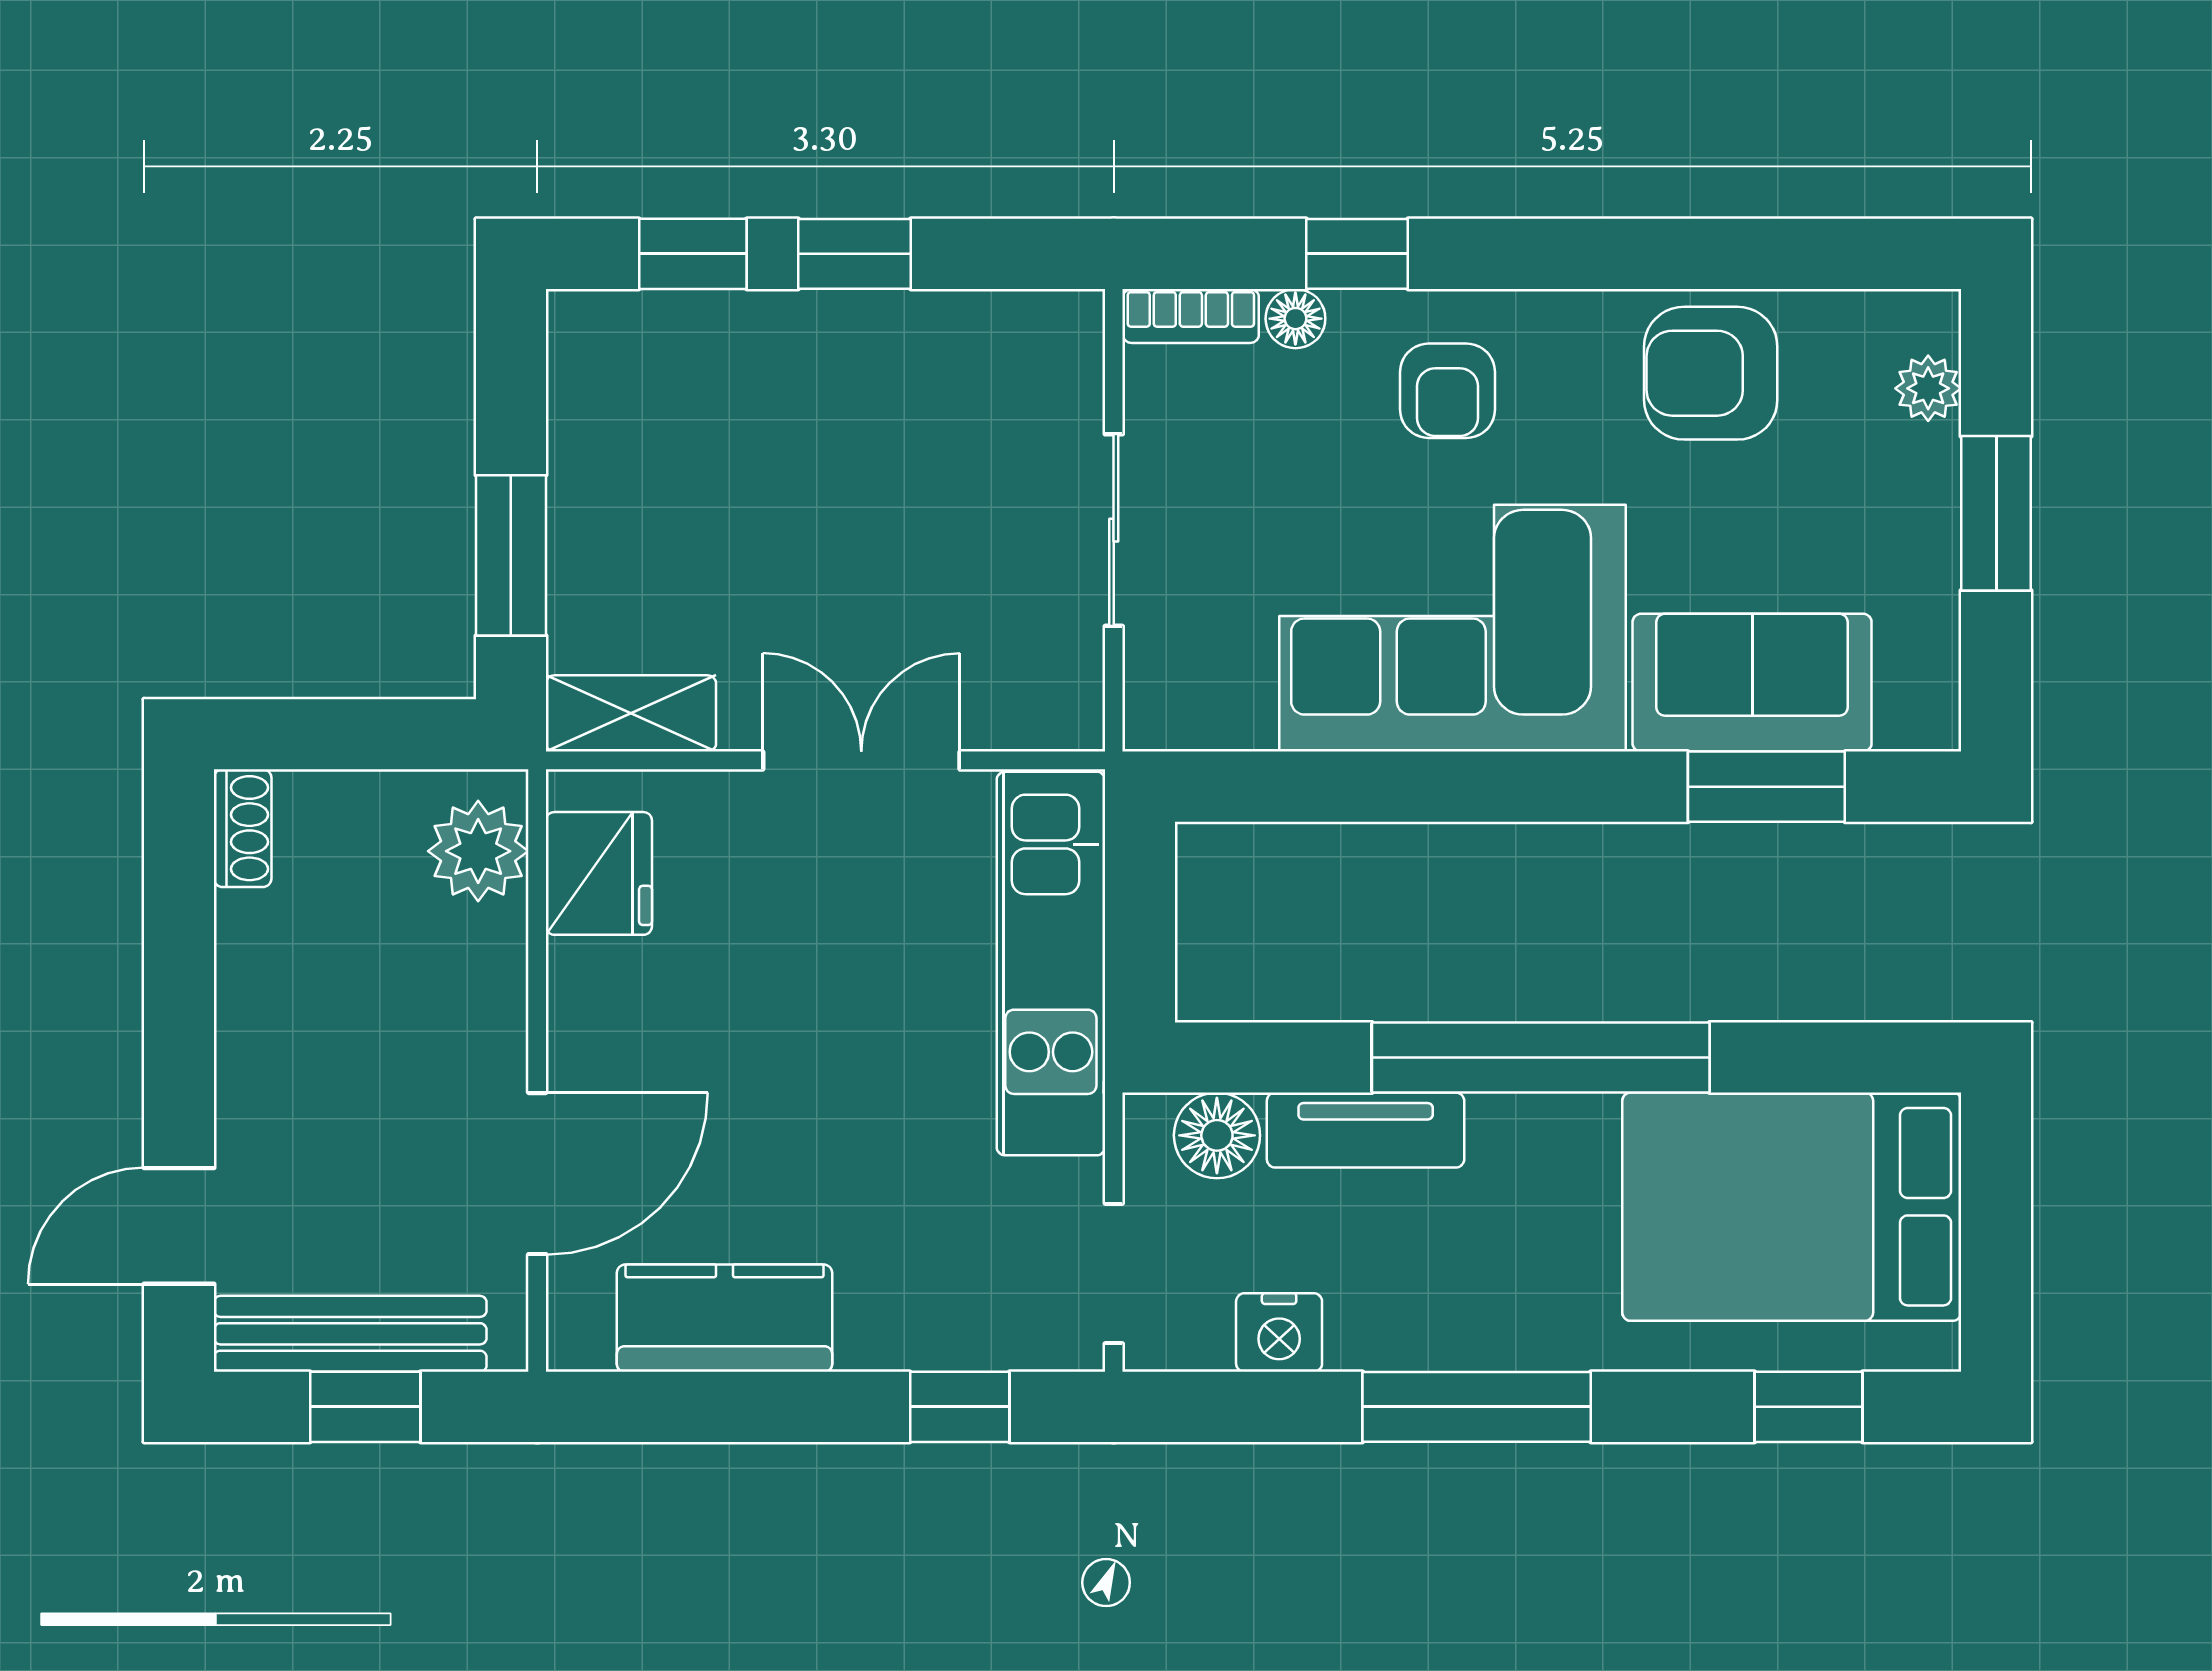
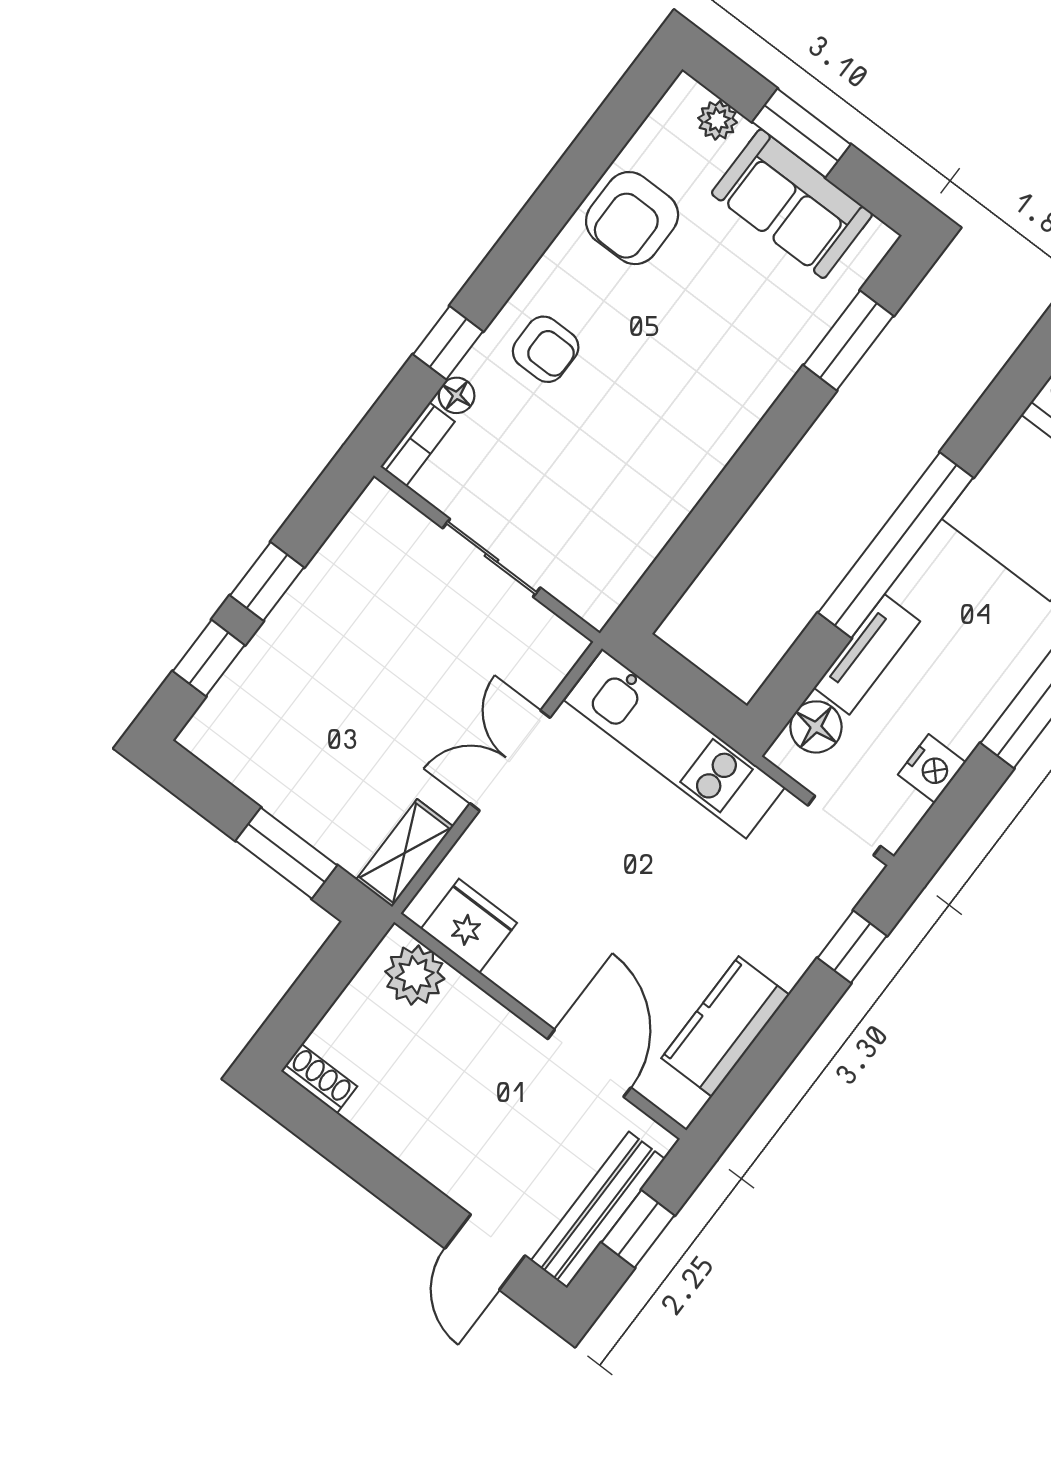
corner sofa: (1453, 628) -> (660, 432), removed
sofa: (1752, 683) -> (792, 204), moved, turned -90

